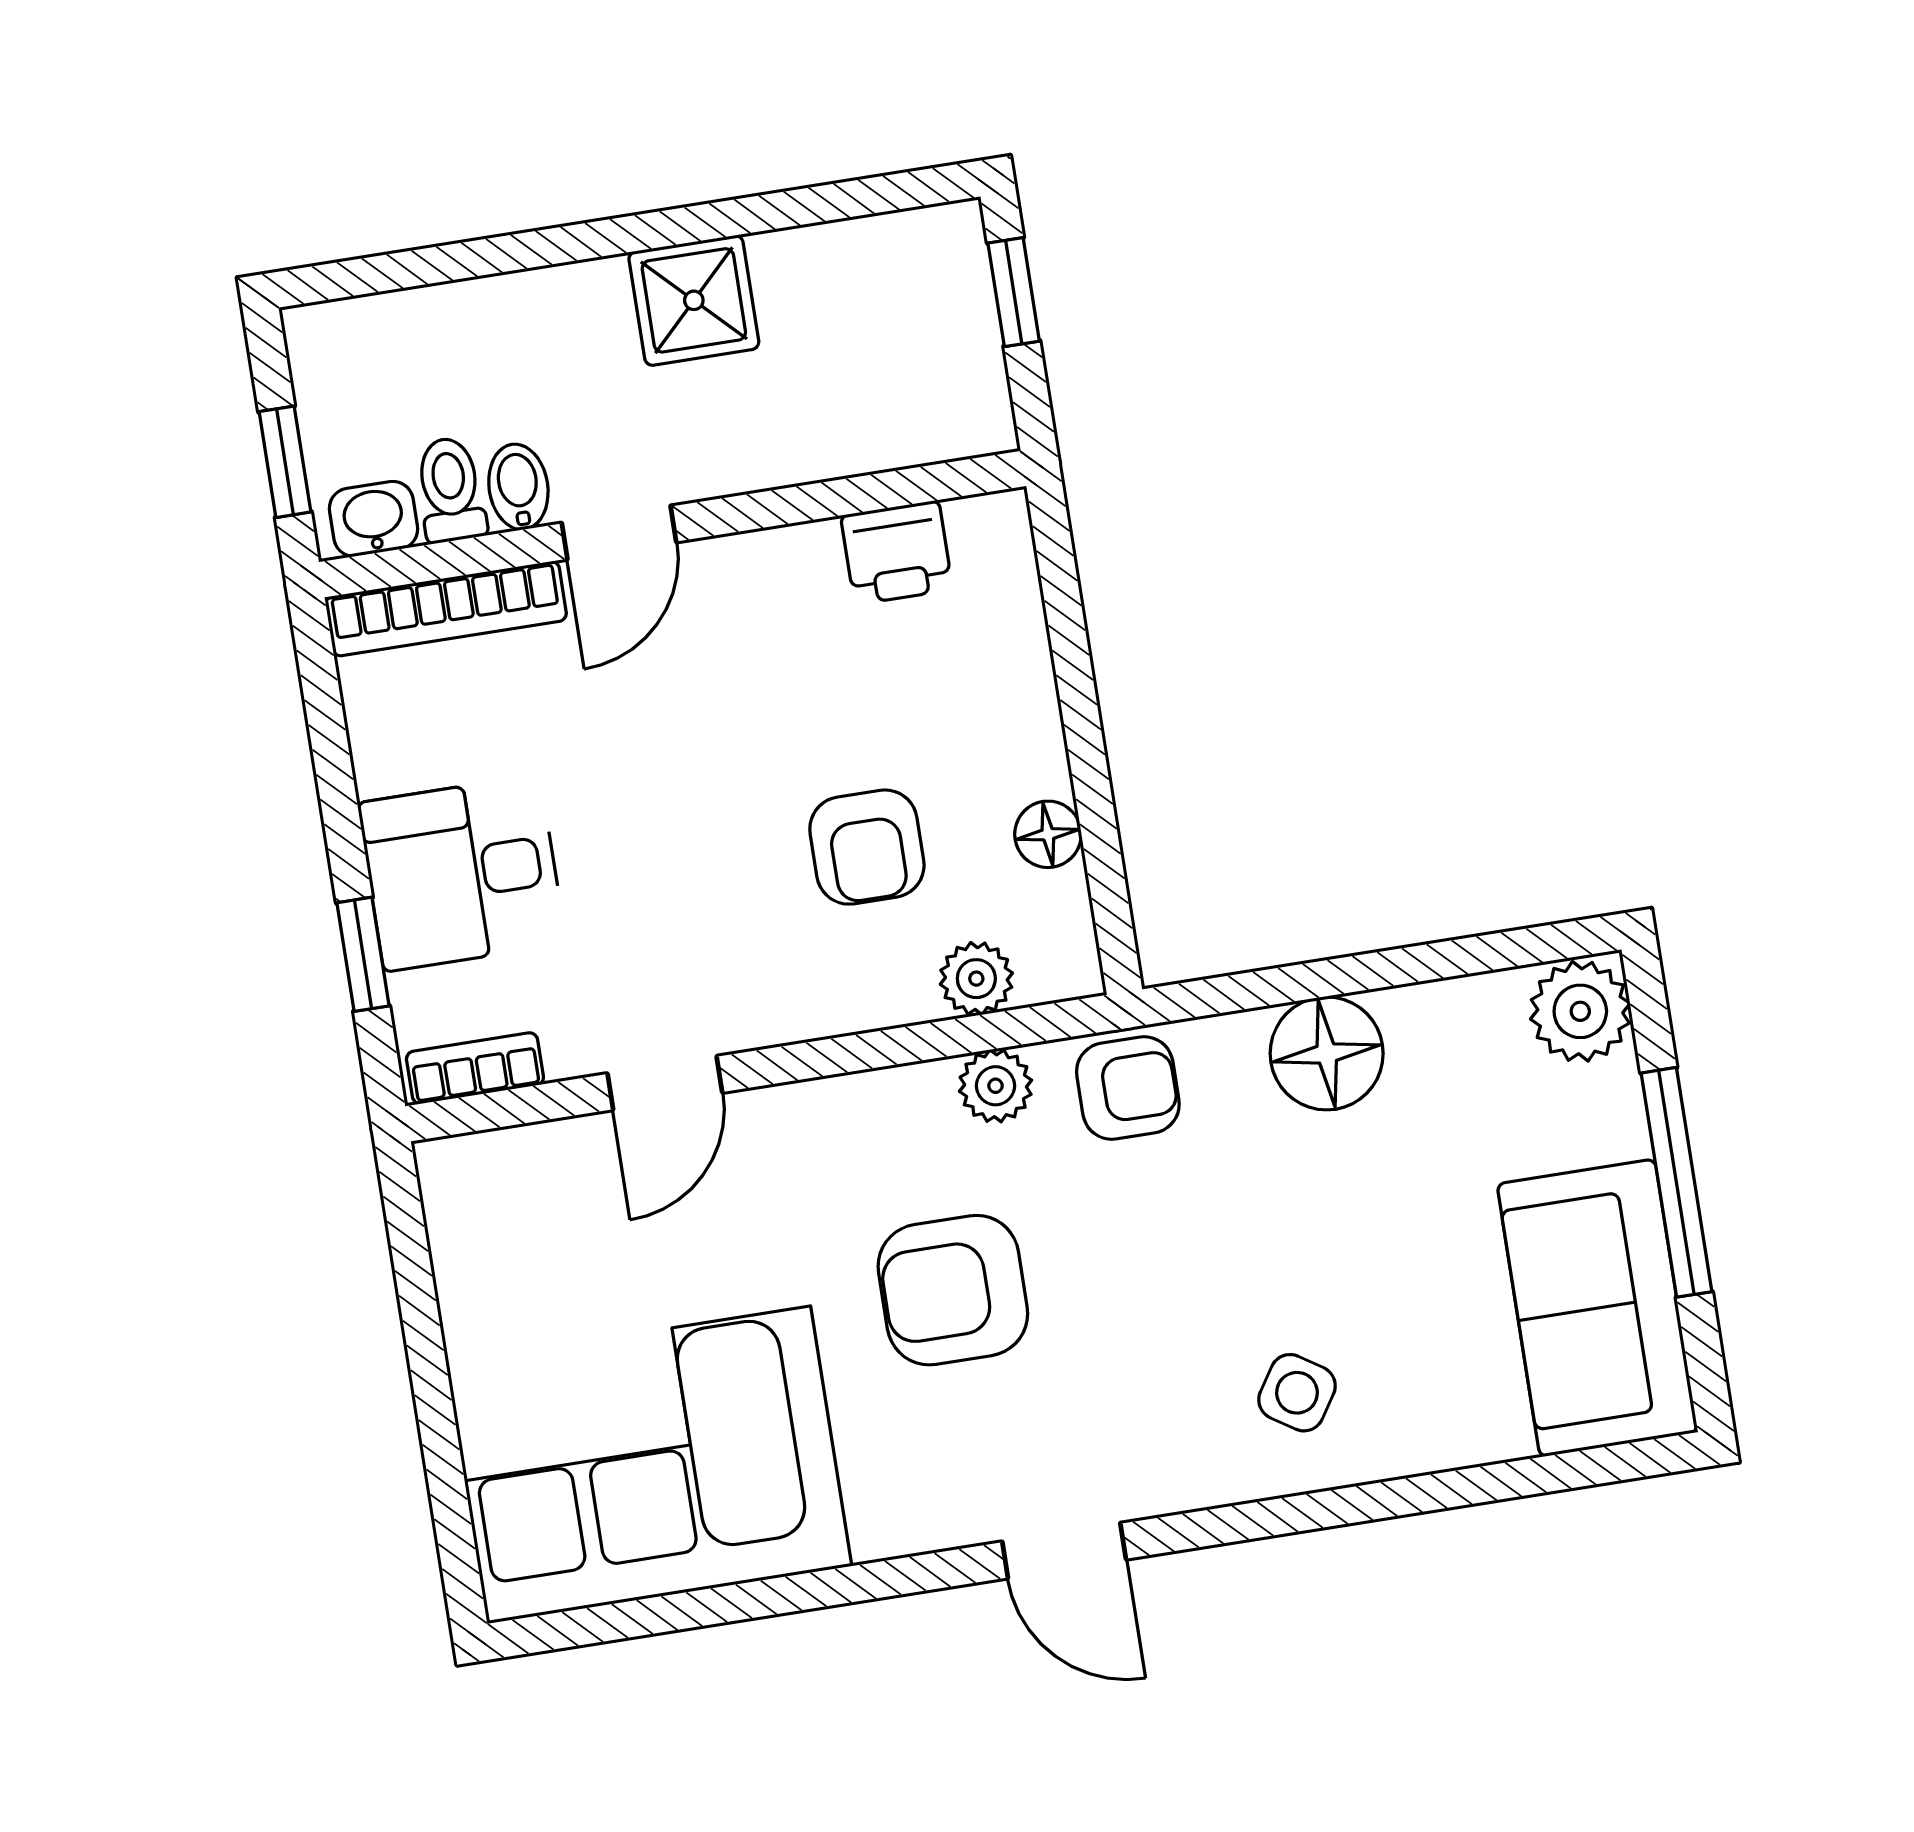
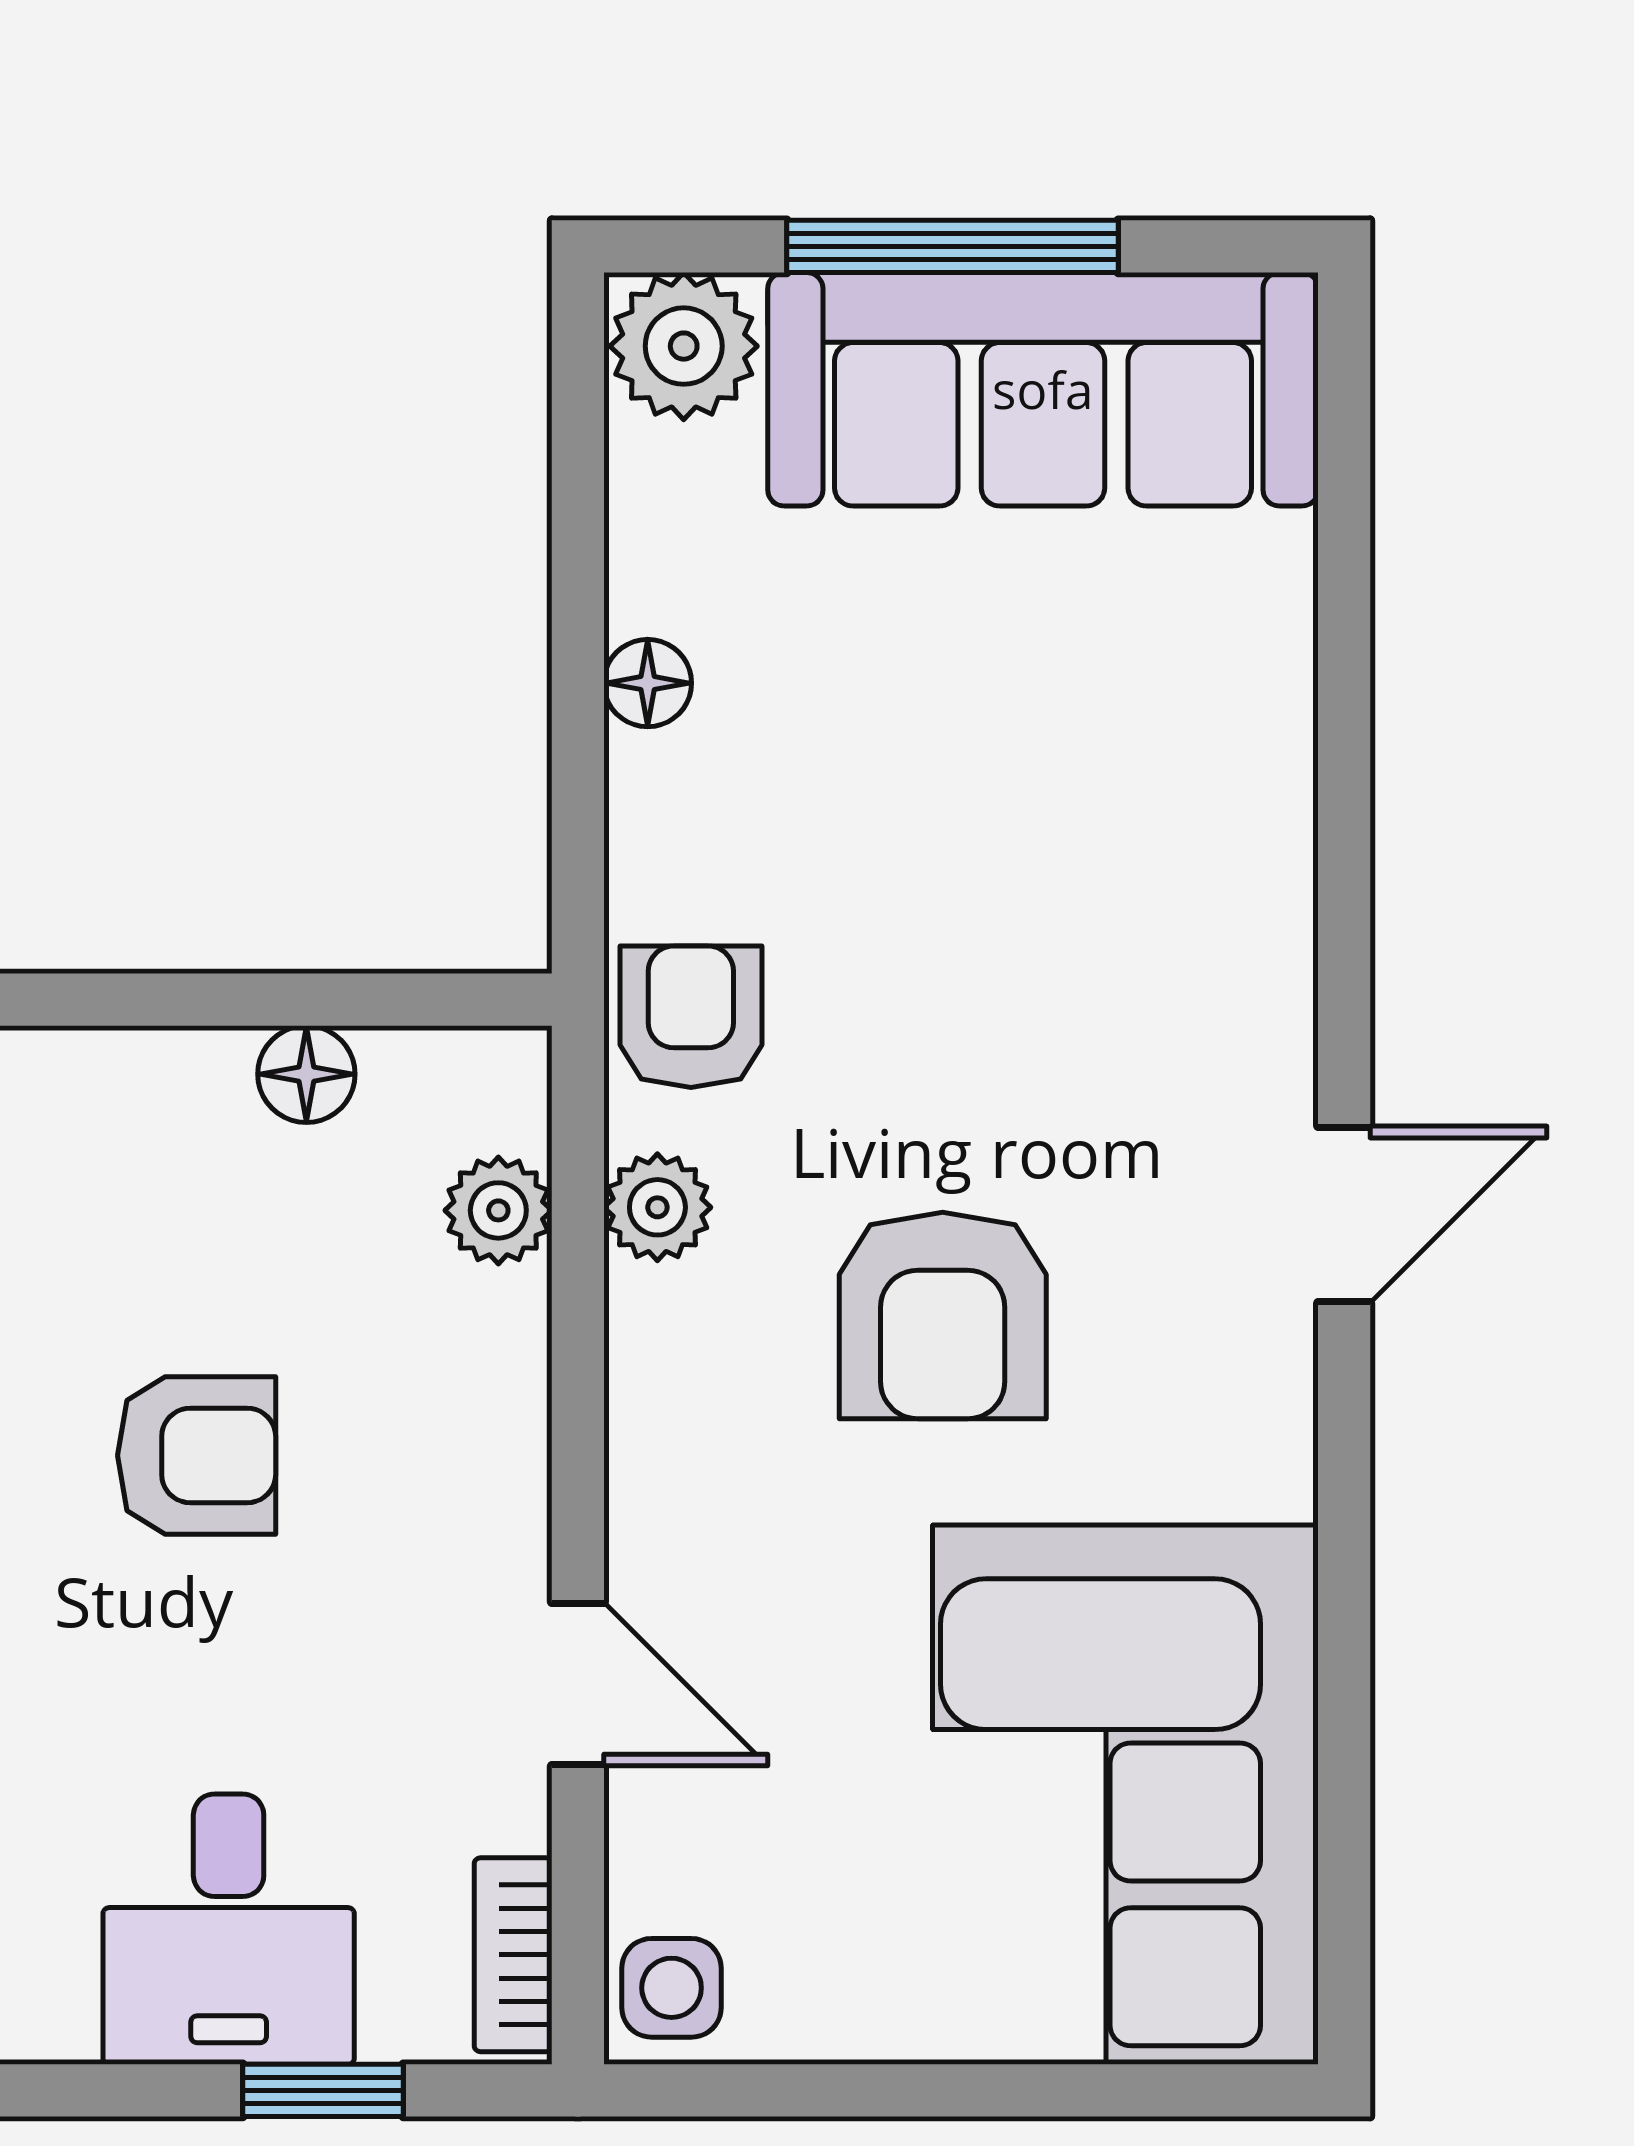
armchair: (867, 847) -> (197, 1455), moved
floor lamp: (1327, 1053) -> (648, 683), width x0.53, depth x0.53
sofa: (1597, 1308) -> (1043, 389), width x1.36
side table: (1297, 1393) -> (672, 1988), moved, turned -33

